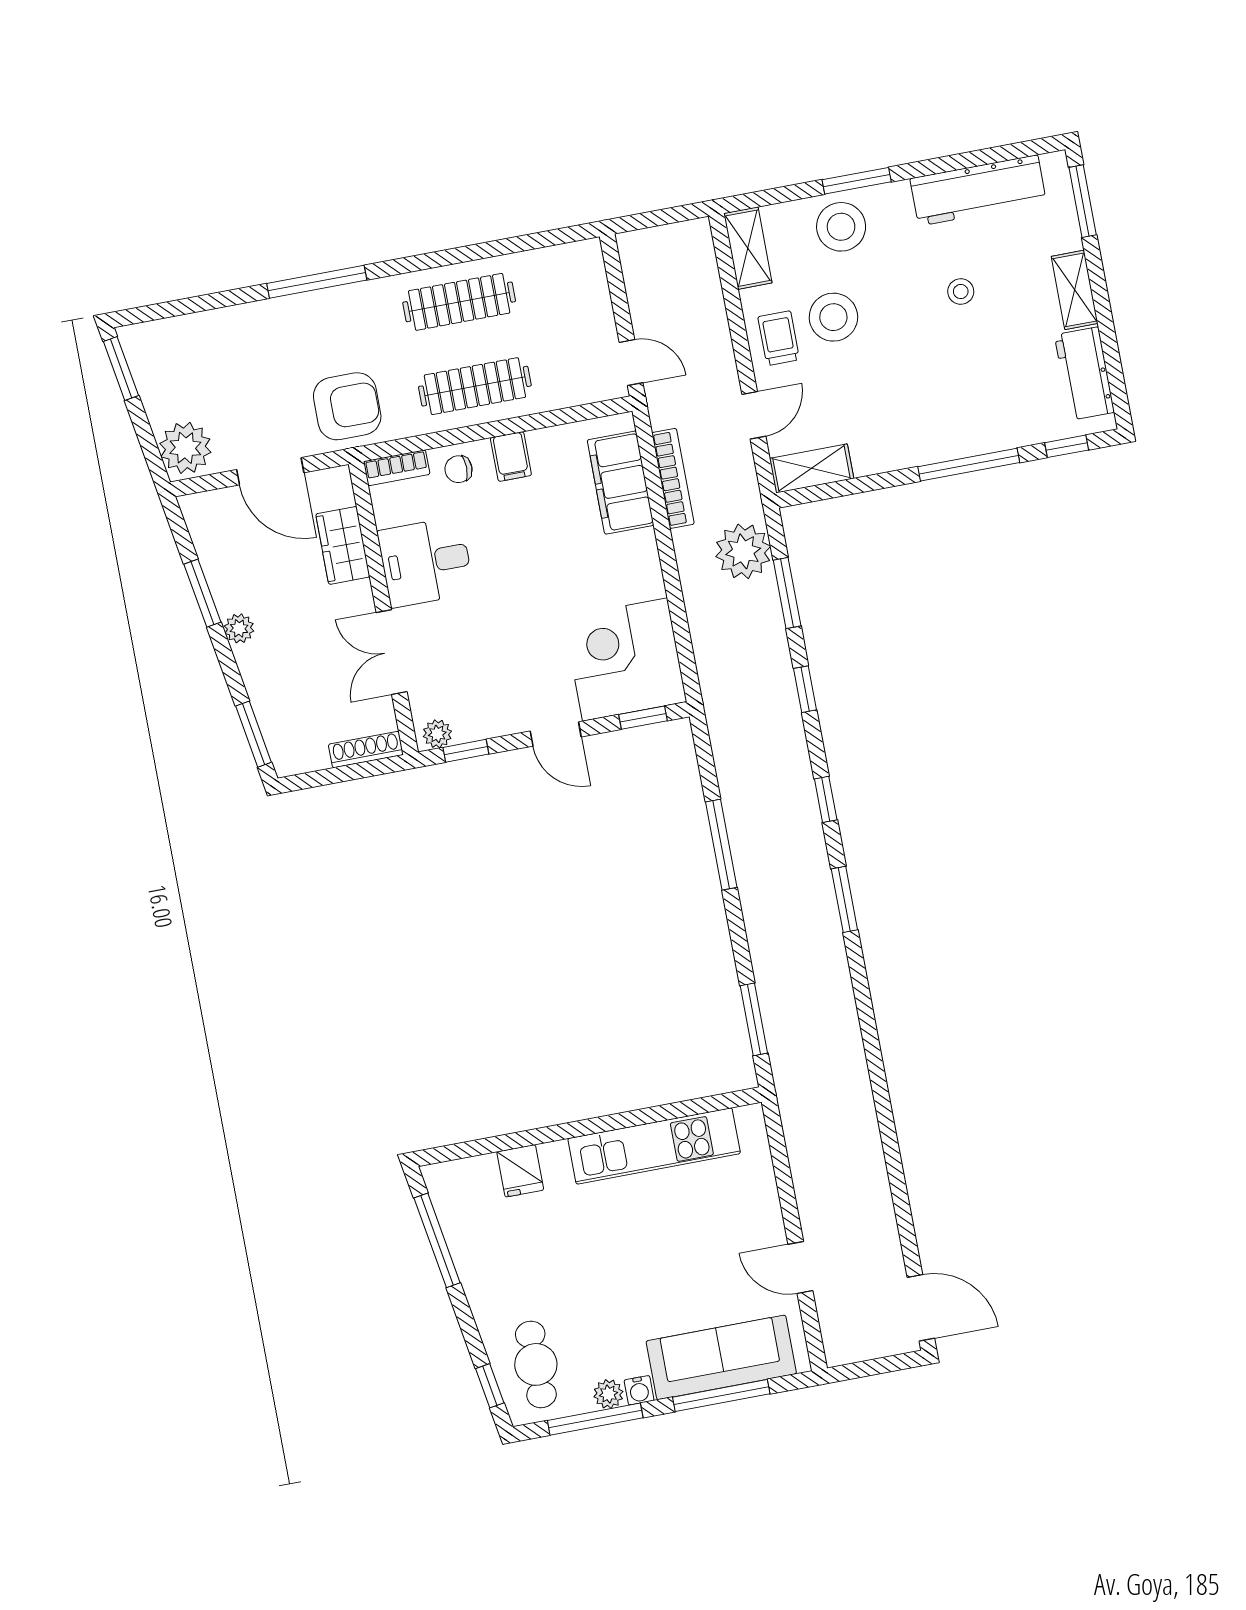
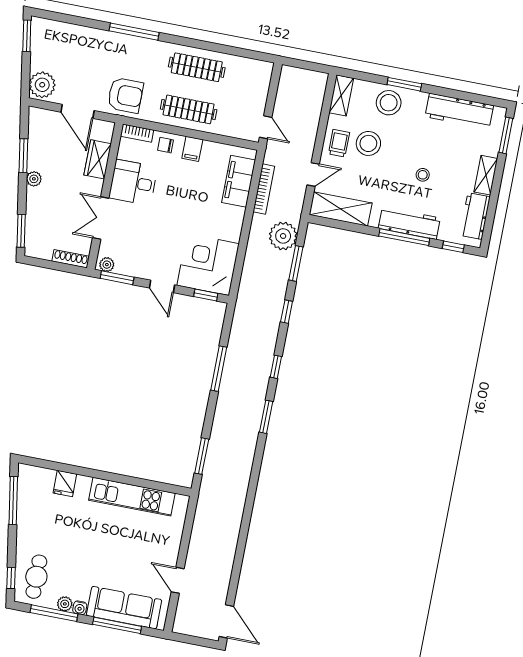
stool: (961, 292) -> (423, 175), moved
workbench: (968, 435) -> (409, 223), added
shelving: (812, 468) -> (341, 209), width x1.50, depth x1.33
window: (466, 751) -> (117, 278), width x1.50

